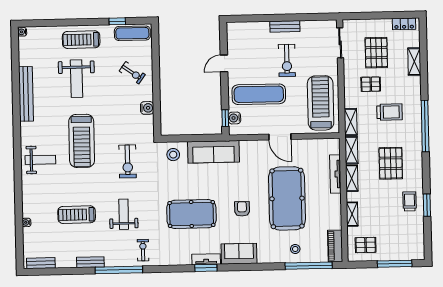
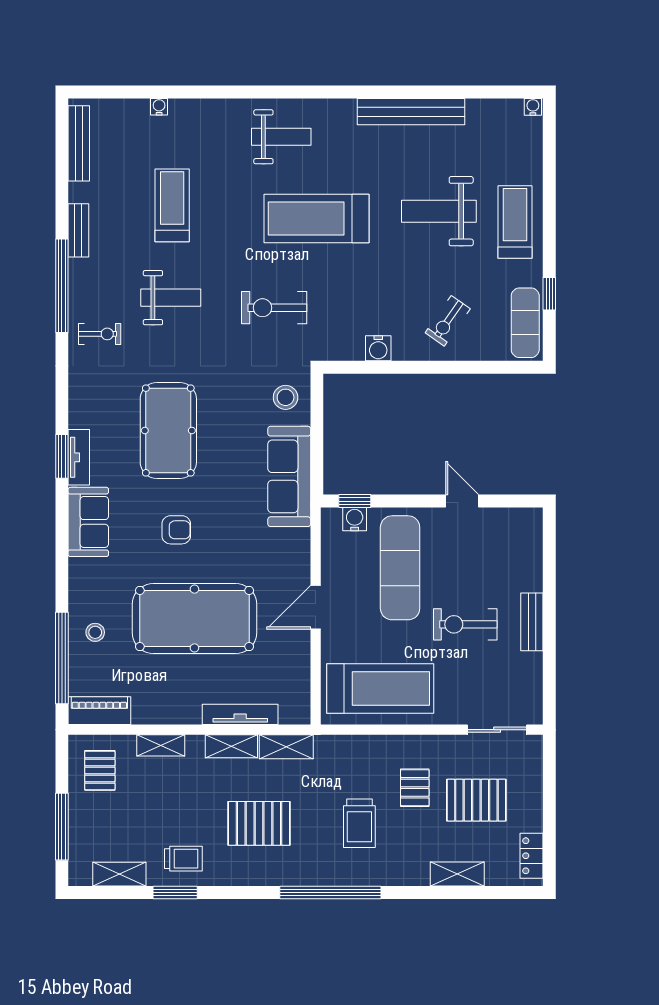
shelving: (351, 122) -> (119, 874), moved
weight bench: (40, 160) -> (281, 137), turned -90
bench: (41, 263) -> (79, 143), width x1.36

